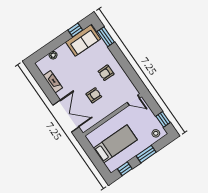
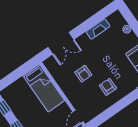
double door: (66, 116) -> (61, 43), width x0.73
bed: (115, 144) -> (44, 88), moved

